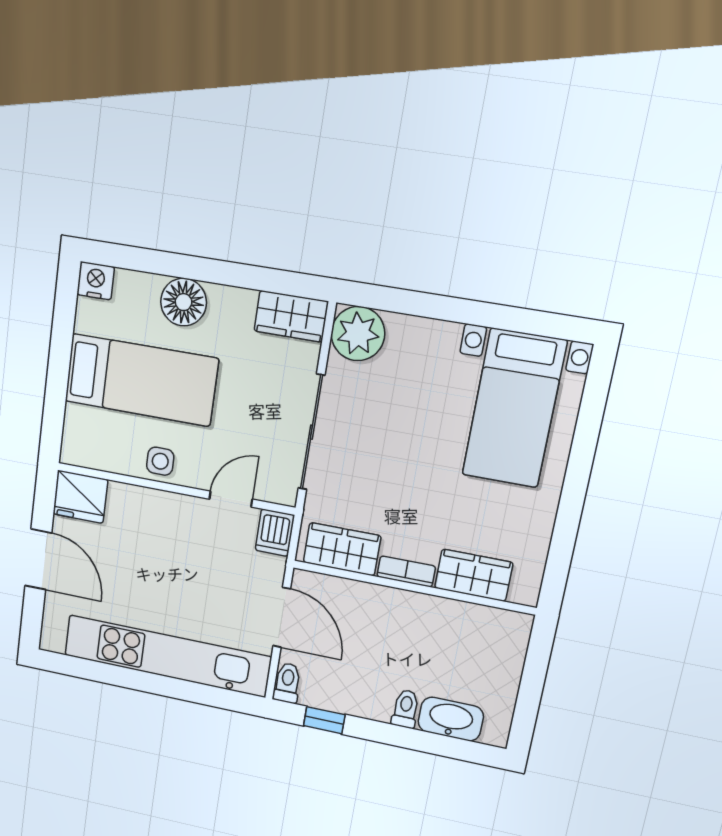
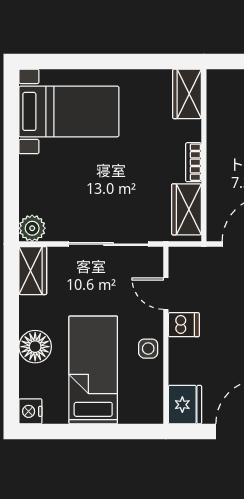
plant: (358, 334) -> (32, 228), width x0.73, depth x0.73
dishwasher: (275, 533) -> (184, 325), moved
wardrobe: (474, 575) -> (187, 94), moved

